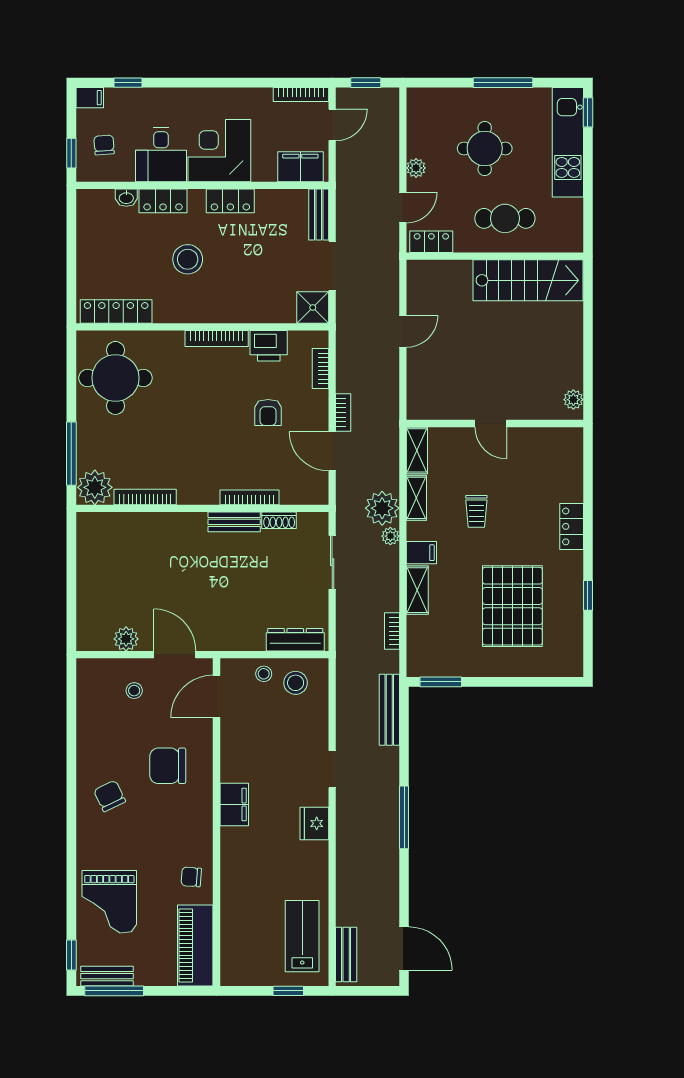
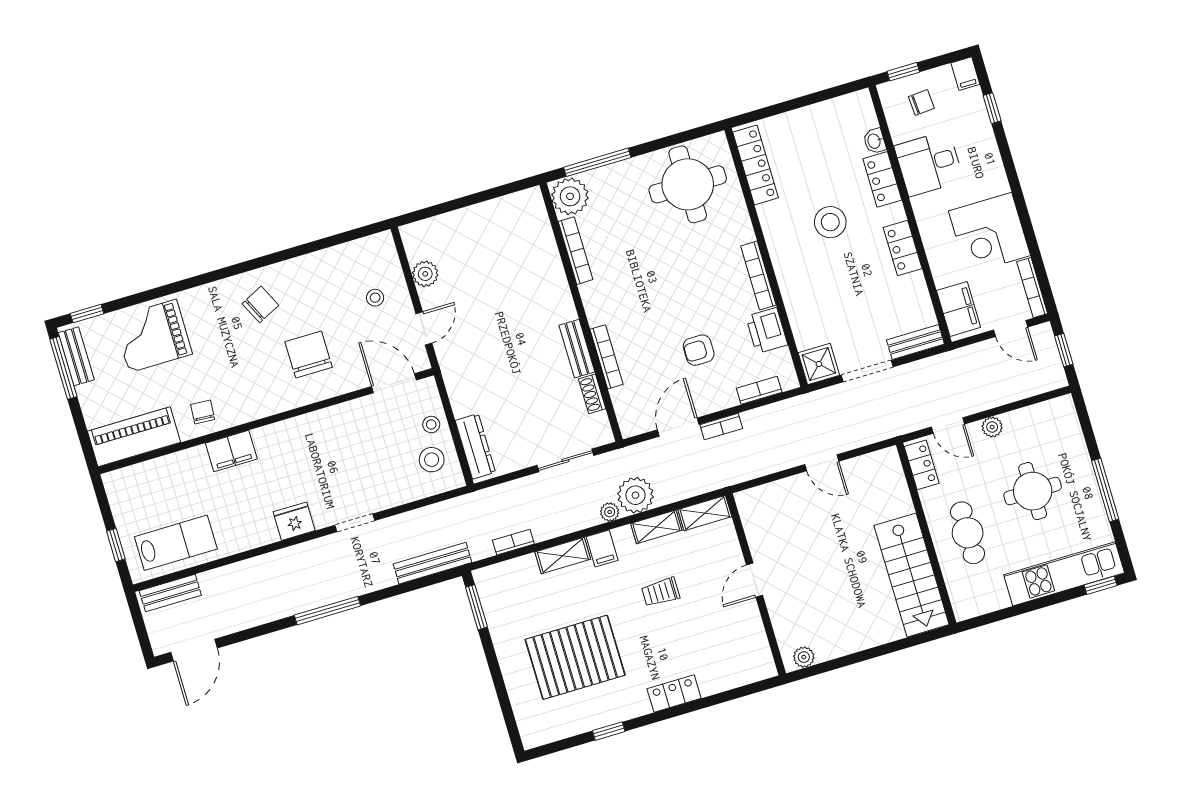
corner desk: (219, 151) -> (989, 233), moved, turned 180
door: (175, 655) -> (424, 328), width x0.73
filing cabinet: (234, 805) -> (231, 451), moved

